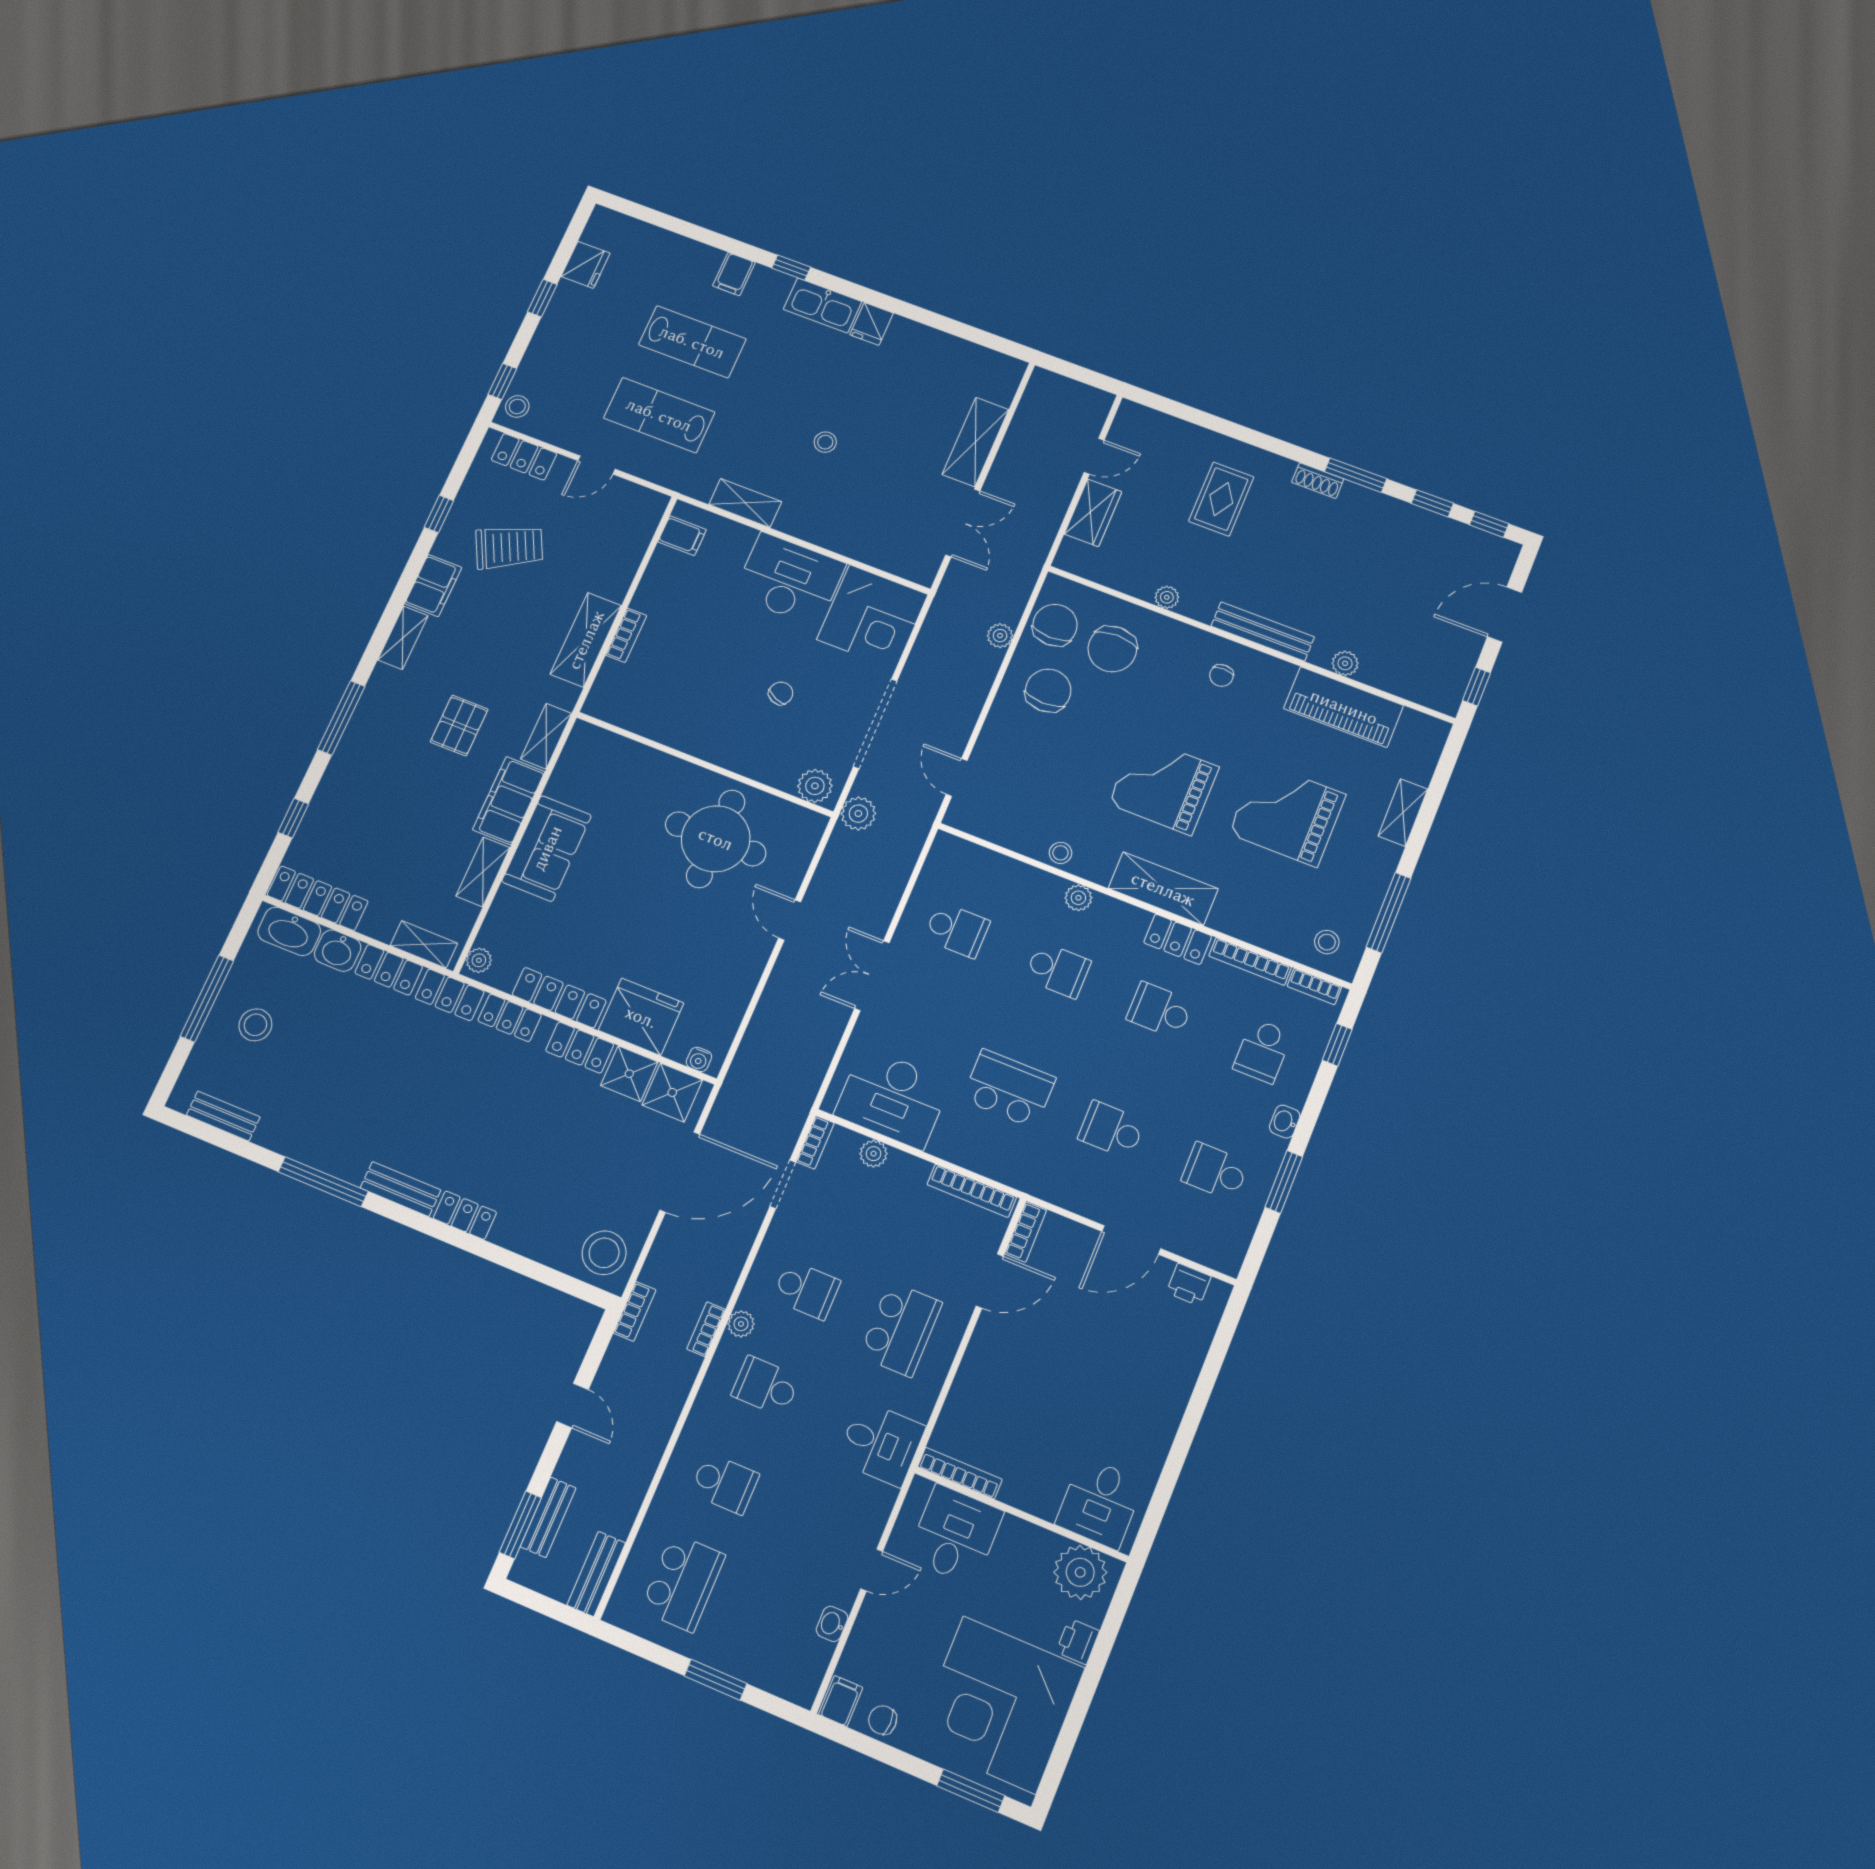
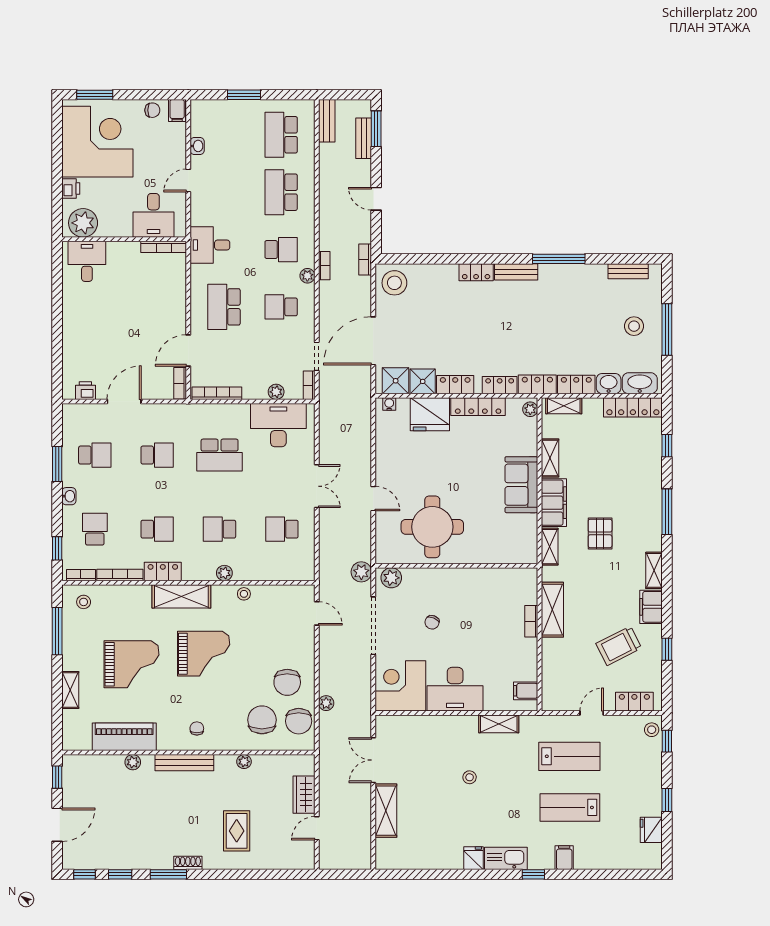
school desk: (725, 1484) -> (281, 192), width x1.85

